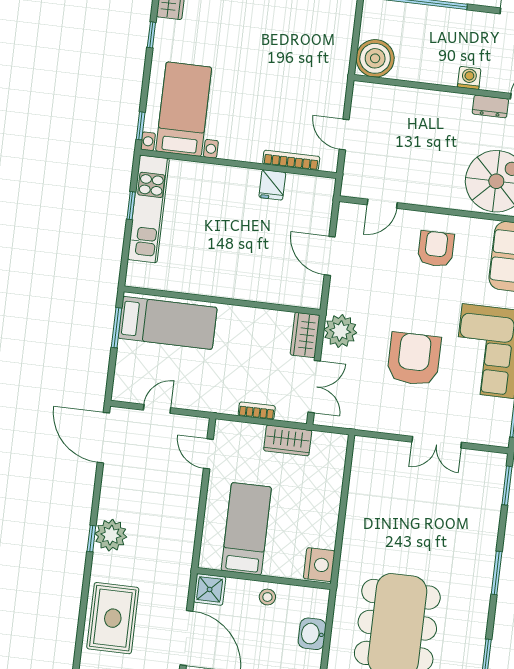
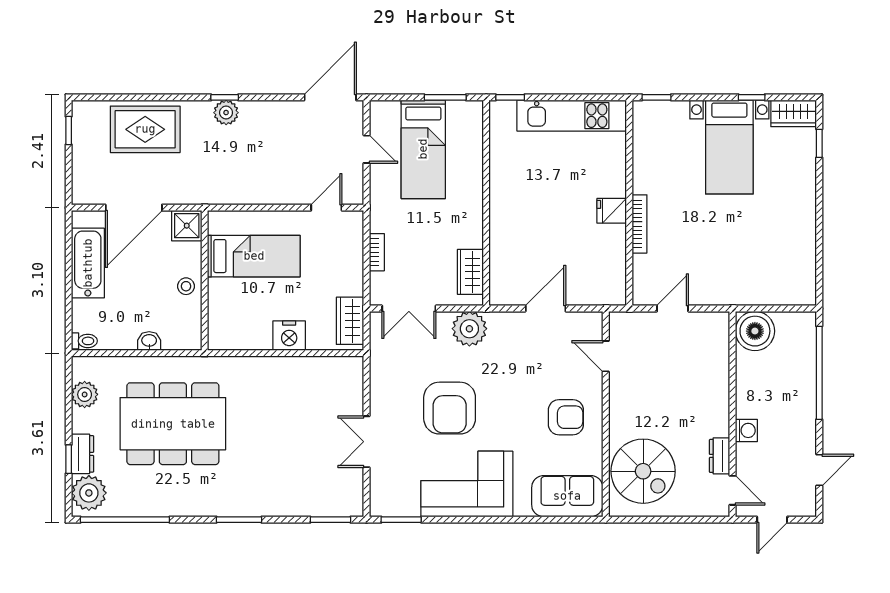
bed with nightstands: (184, 109) -> (729, 147), moved, turned 90
bookcase: (291, 160) -> (640, 224), moved
fridge: (272, 185) -> (612, 211), moved
window: (131, 206) -> (510, 97), moved
bed: (168, 323) -> (423, 149), moved
wardrobe: (305, 335) -> (470, 272), moved, turned -90
armchair: (414, 359) -> (450, 408), turned 90
wardrobe: (288, 440) -> (350, 321), moved
plant: (111, 535) -> (226, 113), width x0.73, depth x0.73
nightstand: (319, 565) -> (289, 336), moved
washbasin: (312, 634) -> (149, 341), width x0.72, depth x0.69

